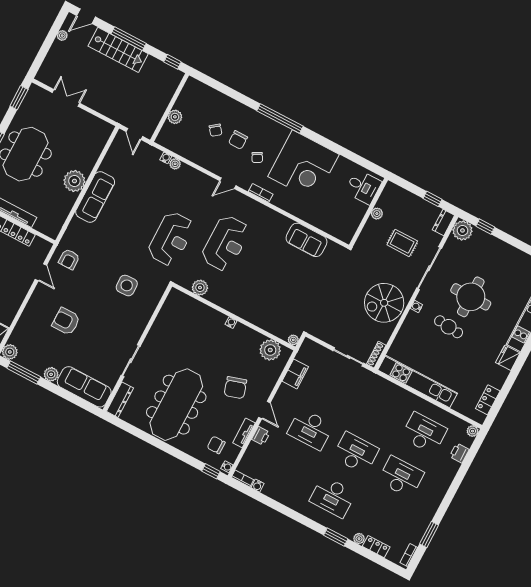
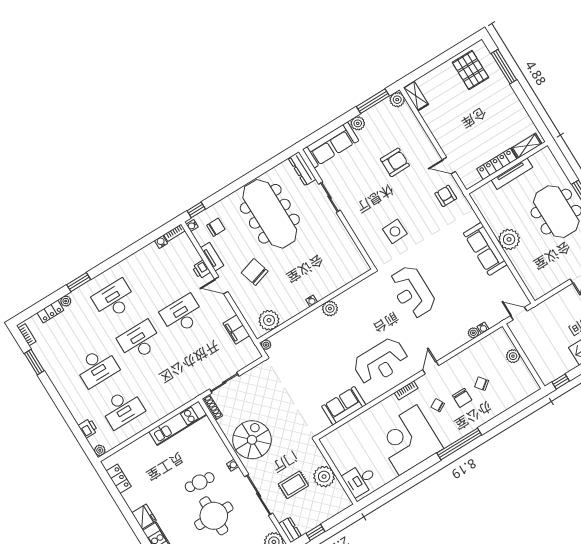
chair: (238, 140) -> (462, 398), turned 180
plant: (377, 214) -> (324, 477), width x1.88, depth x1.88
reception desk: (226, 243) -> (381, 362), moved, turned -90
plant: (200, 288) -> (330, 309), moved
kitchen unit: (418, 382) -> (178, 423), width x0.73
desk: (356, 453) -> (140, 341), turned 180

